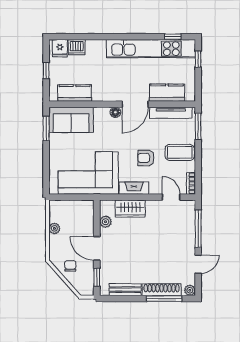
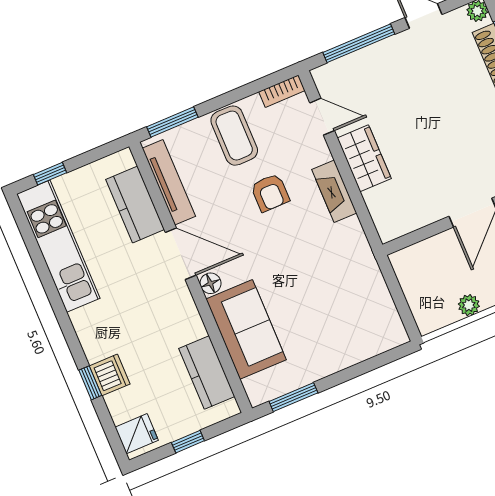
window: (173, 37) -> (90, 383), moved
dishwasher: (77, 47) -> (110, 375), moved
kitchen unit: (151, 49) -> (58, 246), width x0.73
sofa: (71, 120) -> (246, 329), moved
corner sofa: (88, 173) -> (342, 286), removed
door: (171, 197) -> (322, 117), swing flipped
wardrobe: (130, 209) -> (364, 158), moved
plant: (105, 222) -> (417, 217), removed

